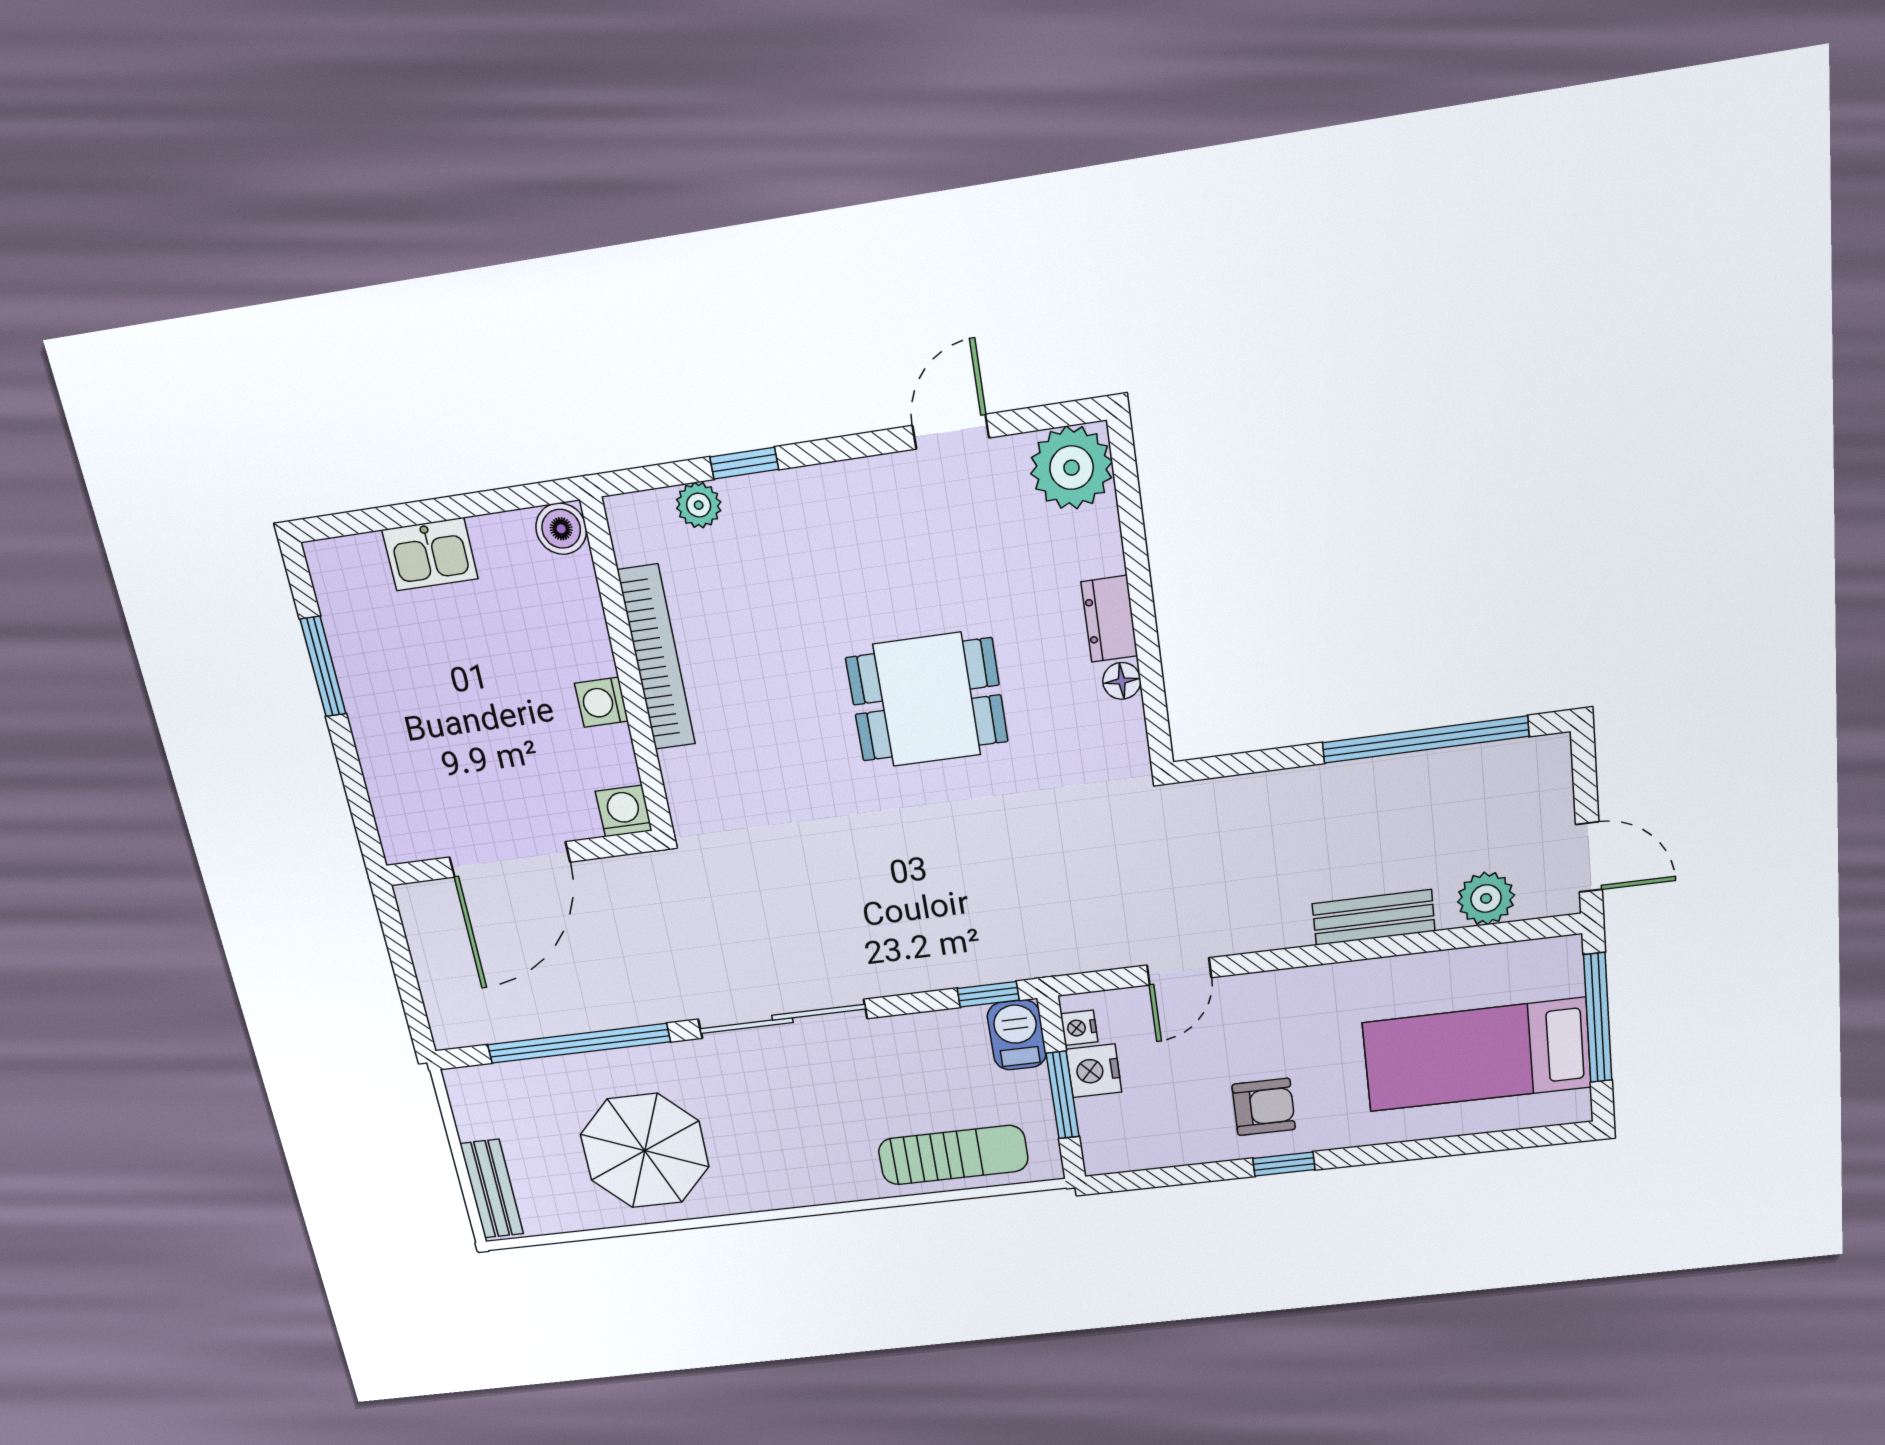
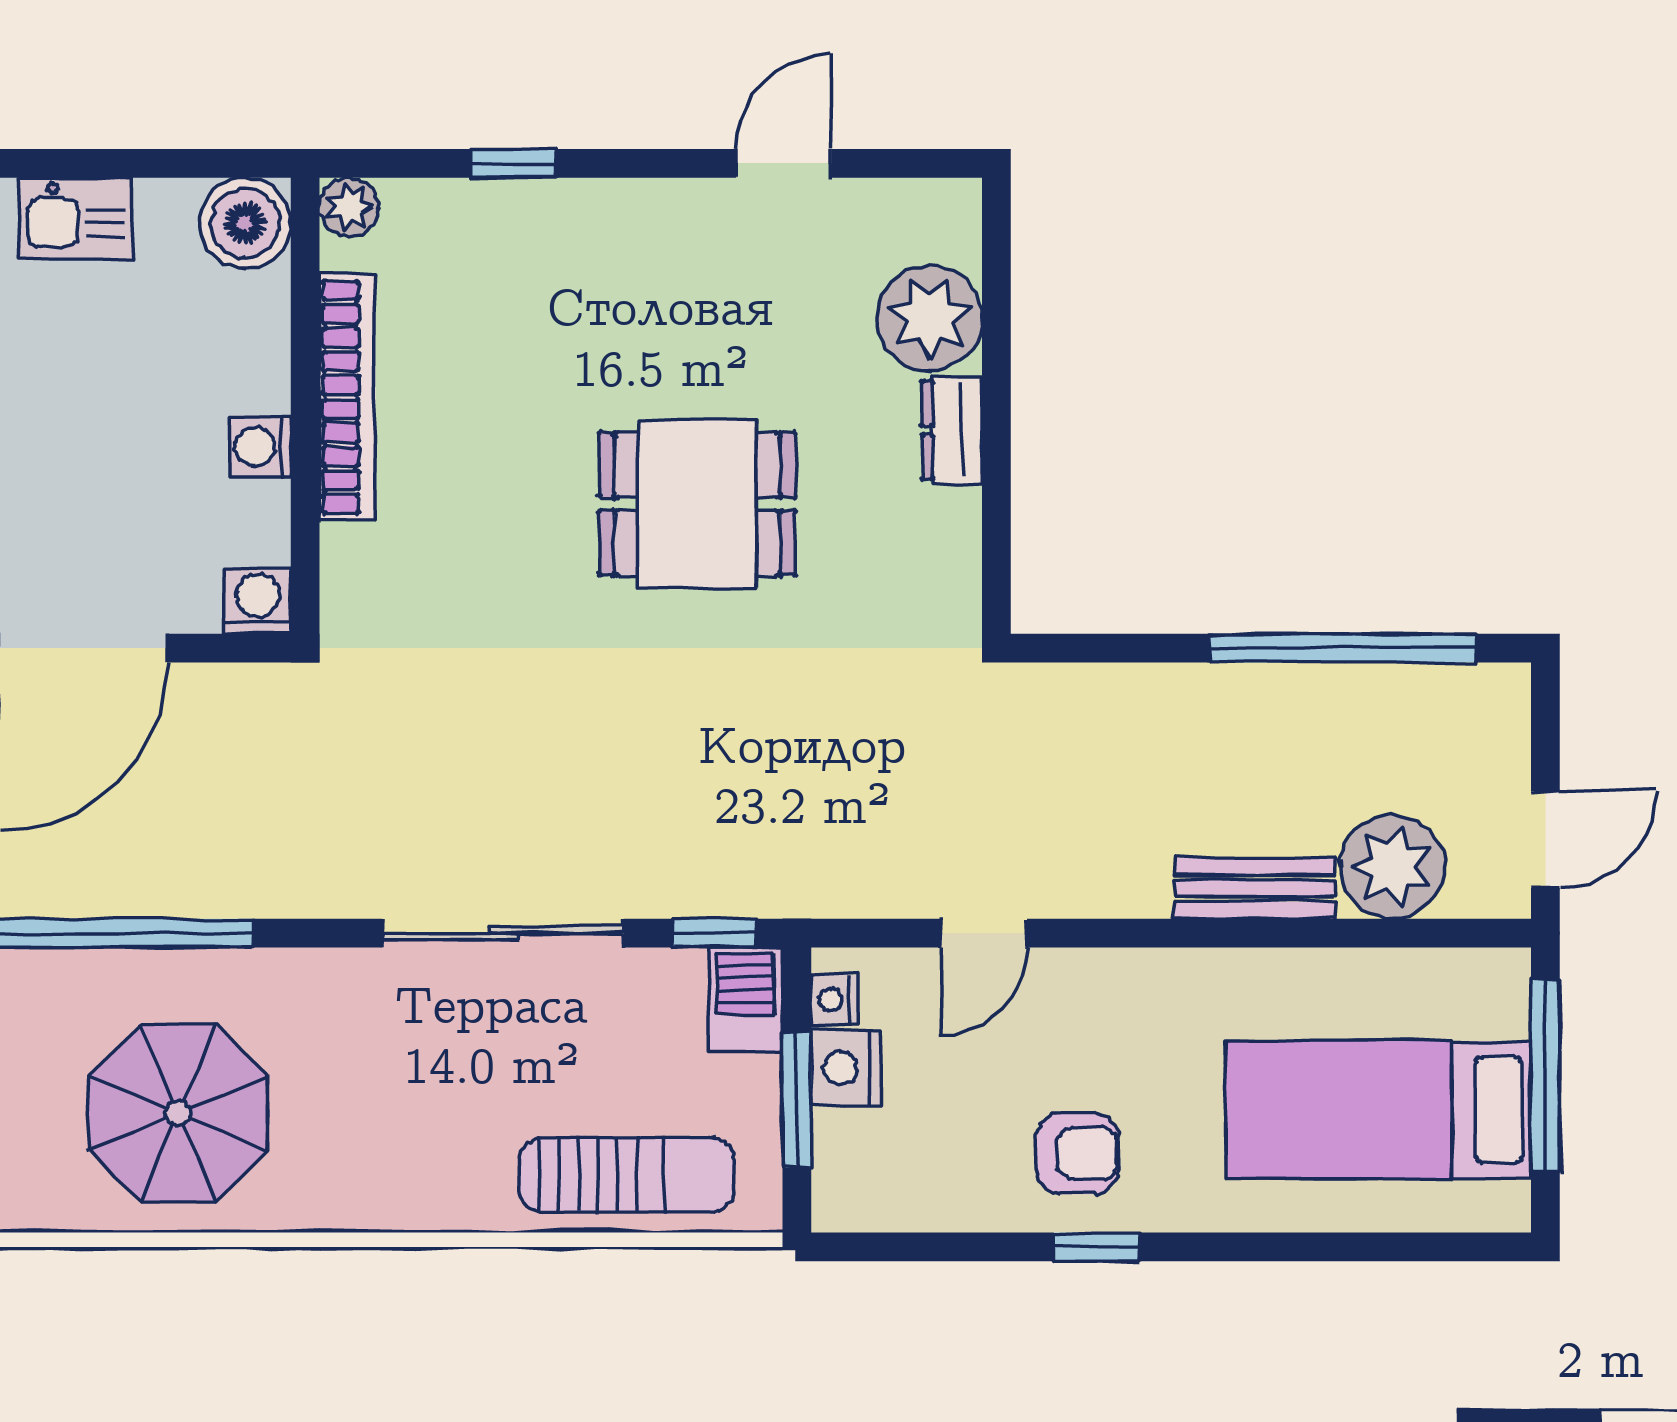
plant: (1072, 468) -> (930, 318), moved
plant: (699, 505) -> (349, 207), moved
boiler: (561, 529) -> (245, 223), width x1.36, depth x1.36
floor lamp: (1122, 681) -> (957, 514), removed
door: (1589, 857) -> (1545, 840), hinge flipped
plant: (1486, 898) -> (1393, 867), width x1.36, depth x1.36
sliding door: (782, 1019) -> (503, 933), moved

